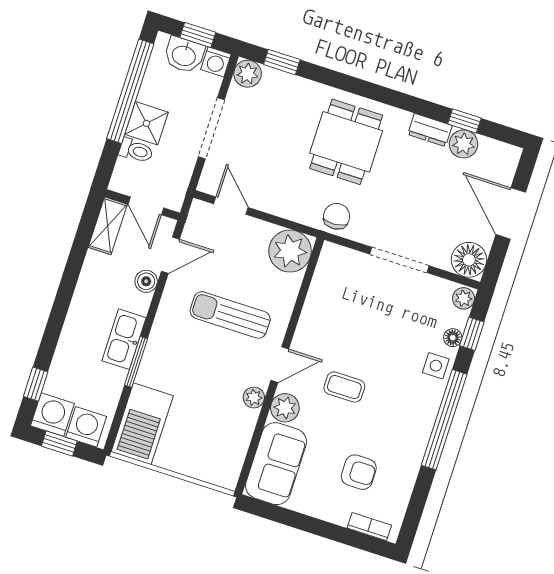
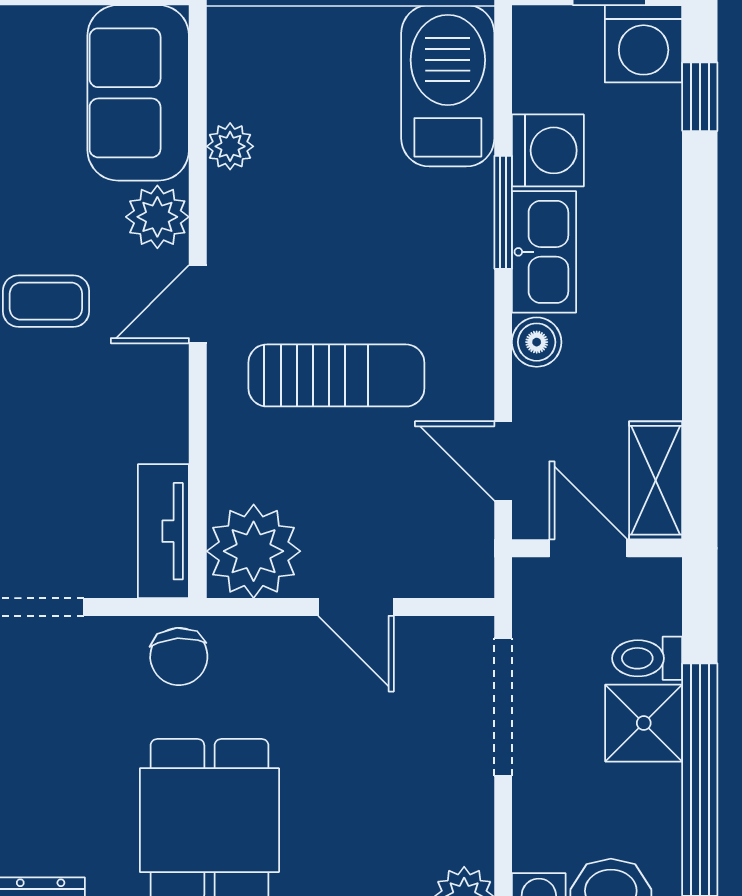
doorway: (211, 128) -> (503, 707), moved
door: (231, 206) -> (356, 607), moved
door: (170, 255) -> (503, 461), hinge flipped
tv unit: (326, 272) -> (163, 531), added
boiler: (146, 281) -> (537, 342), moved
plant: (254, 397) -> (230, 146), moved
washing machine: (86, 427) -> (548, 150), moved, turned -90

